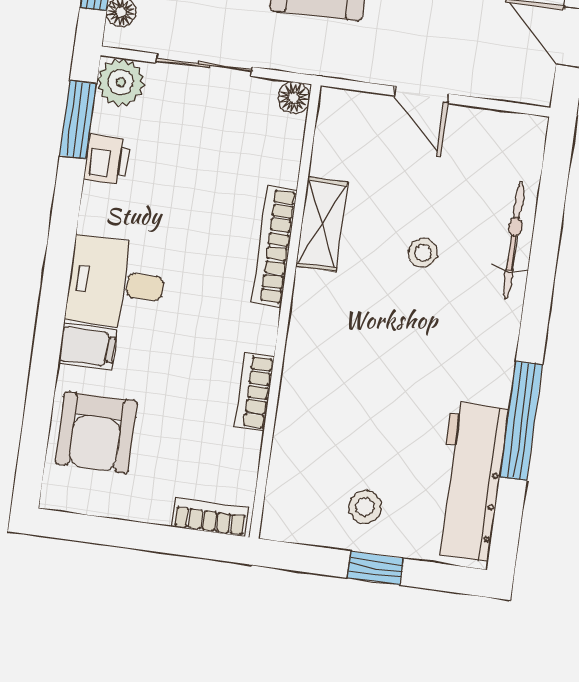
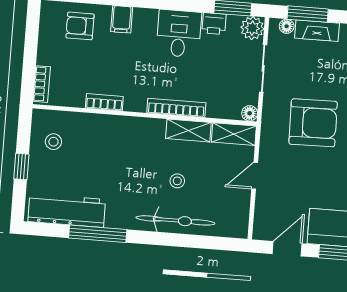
shelving: (334, 132) -> (234, 134), added
bicycle: (513, 241) -> (175, 220), width x1.37, depth x1.40
desk: (116, 283) -> (179, 33), moved
armchair: (96, 433) -> (80, 26), width x0.72, depth x0.72
stool: (365, 507) -> (53, 142), moved

